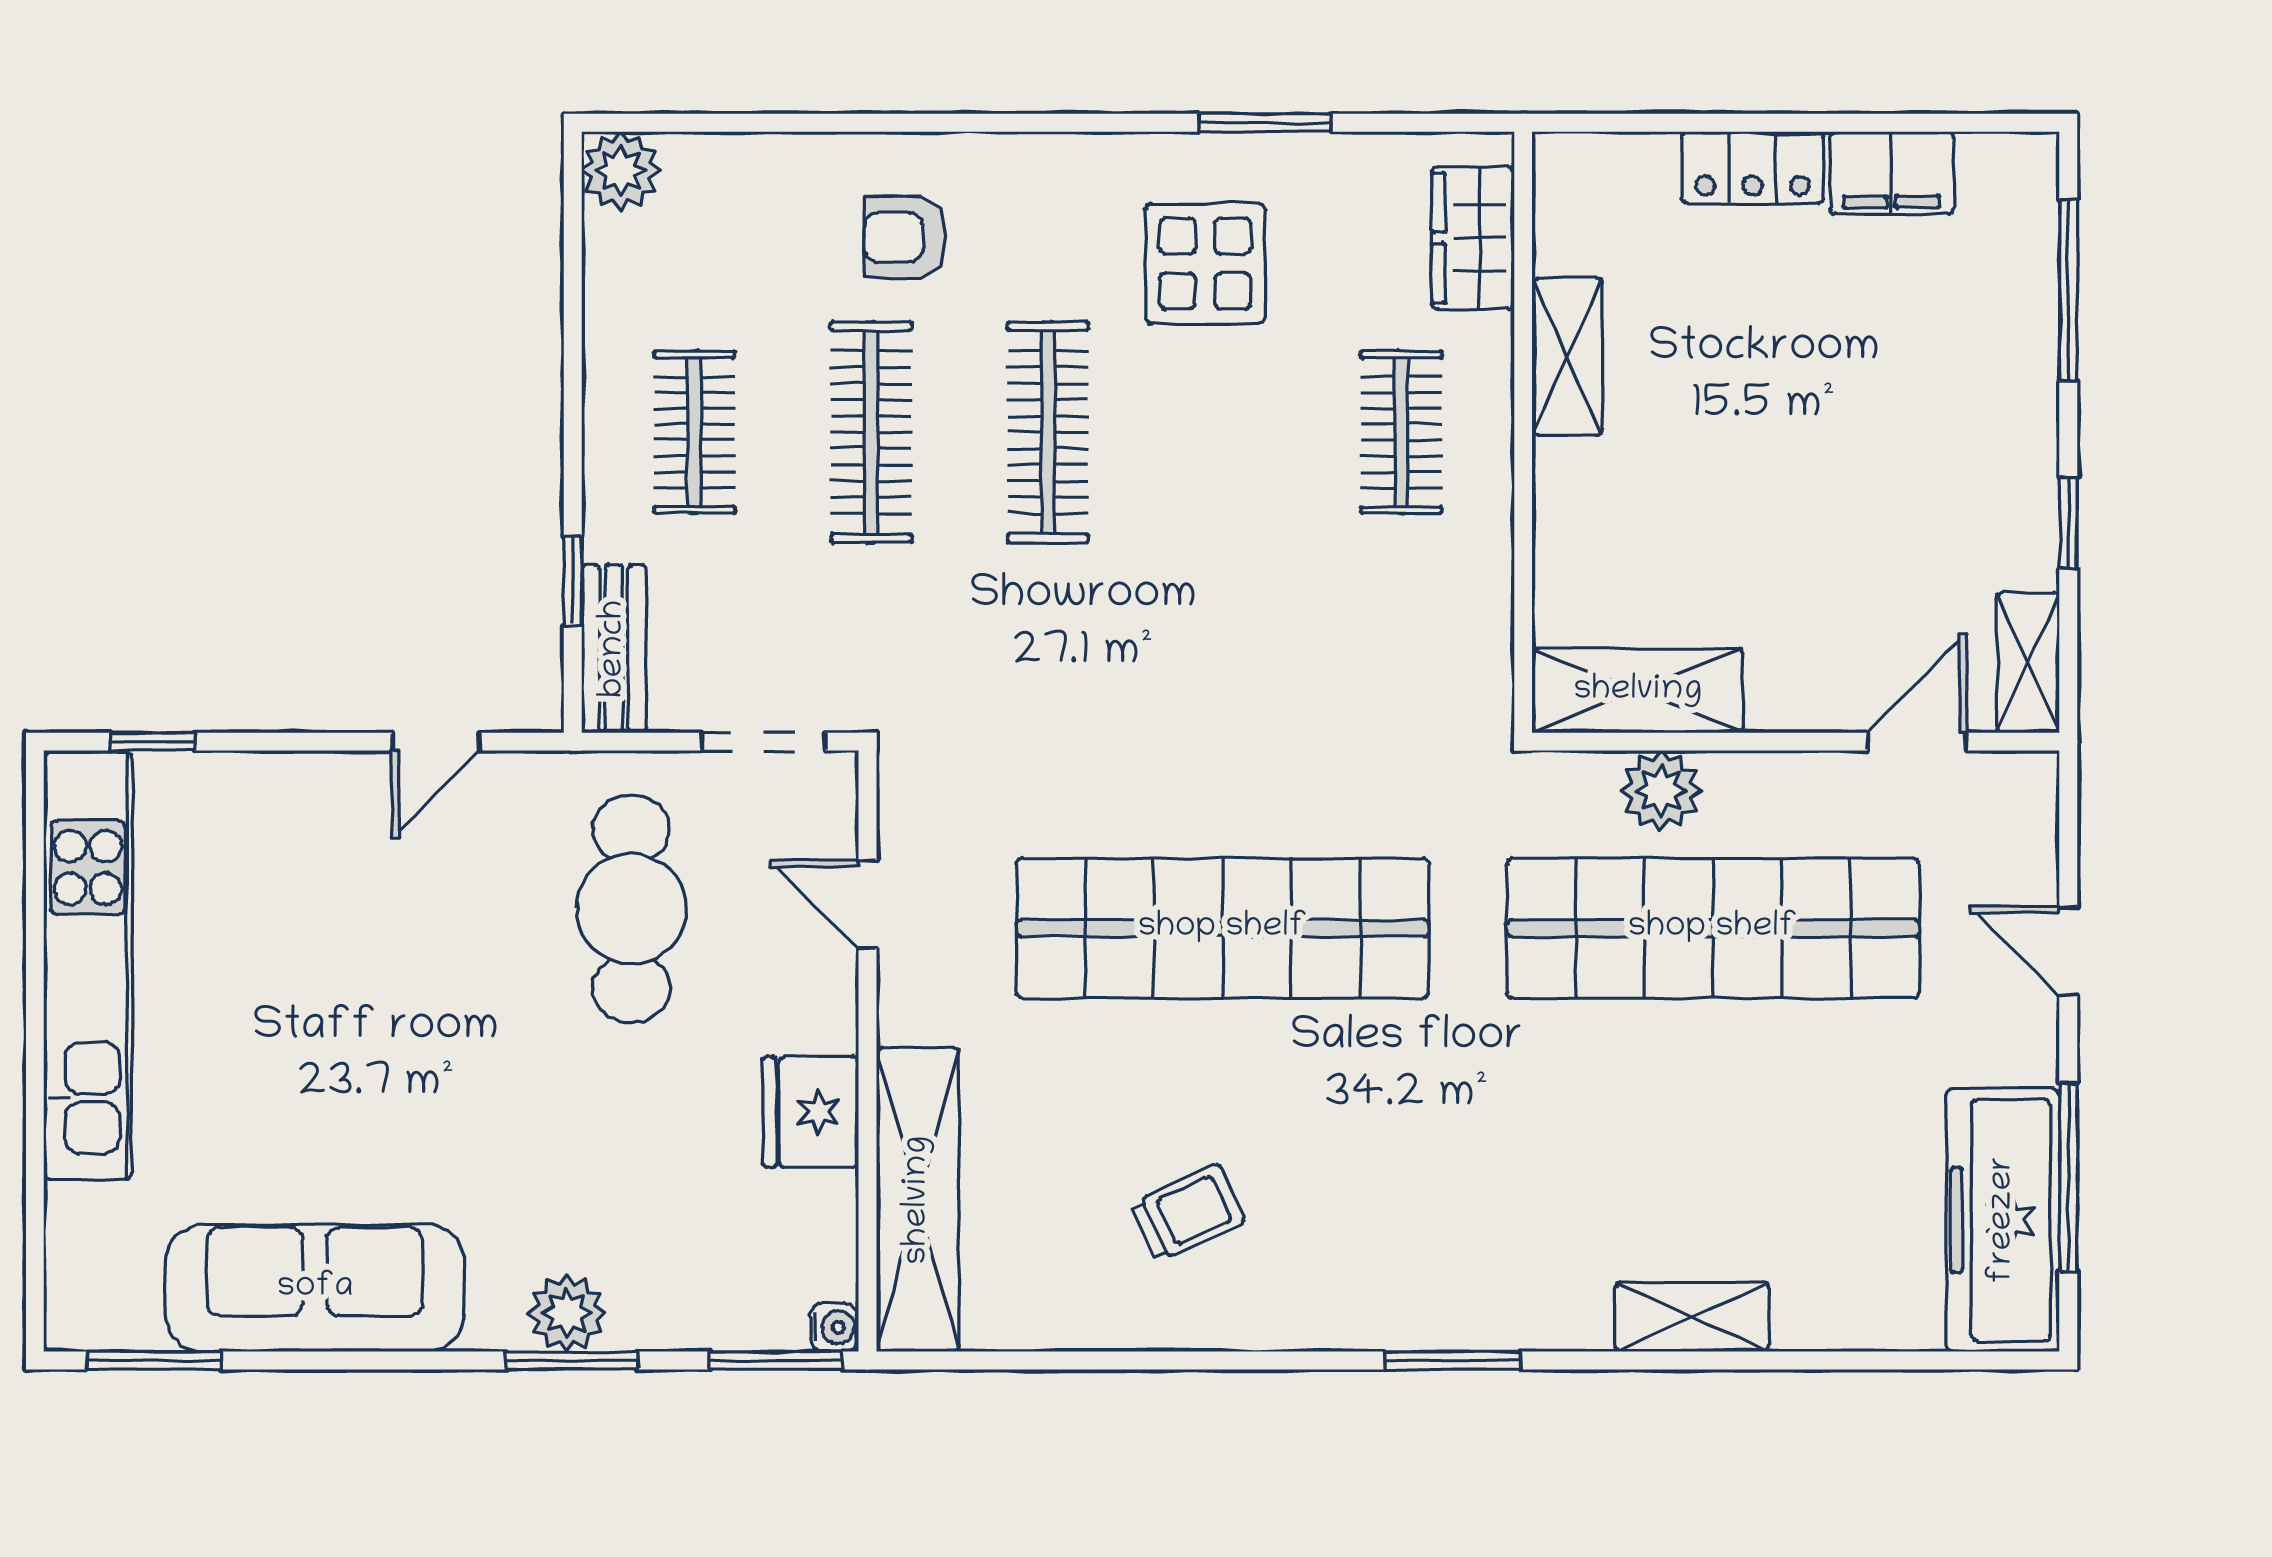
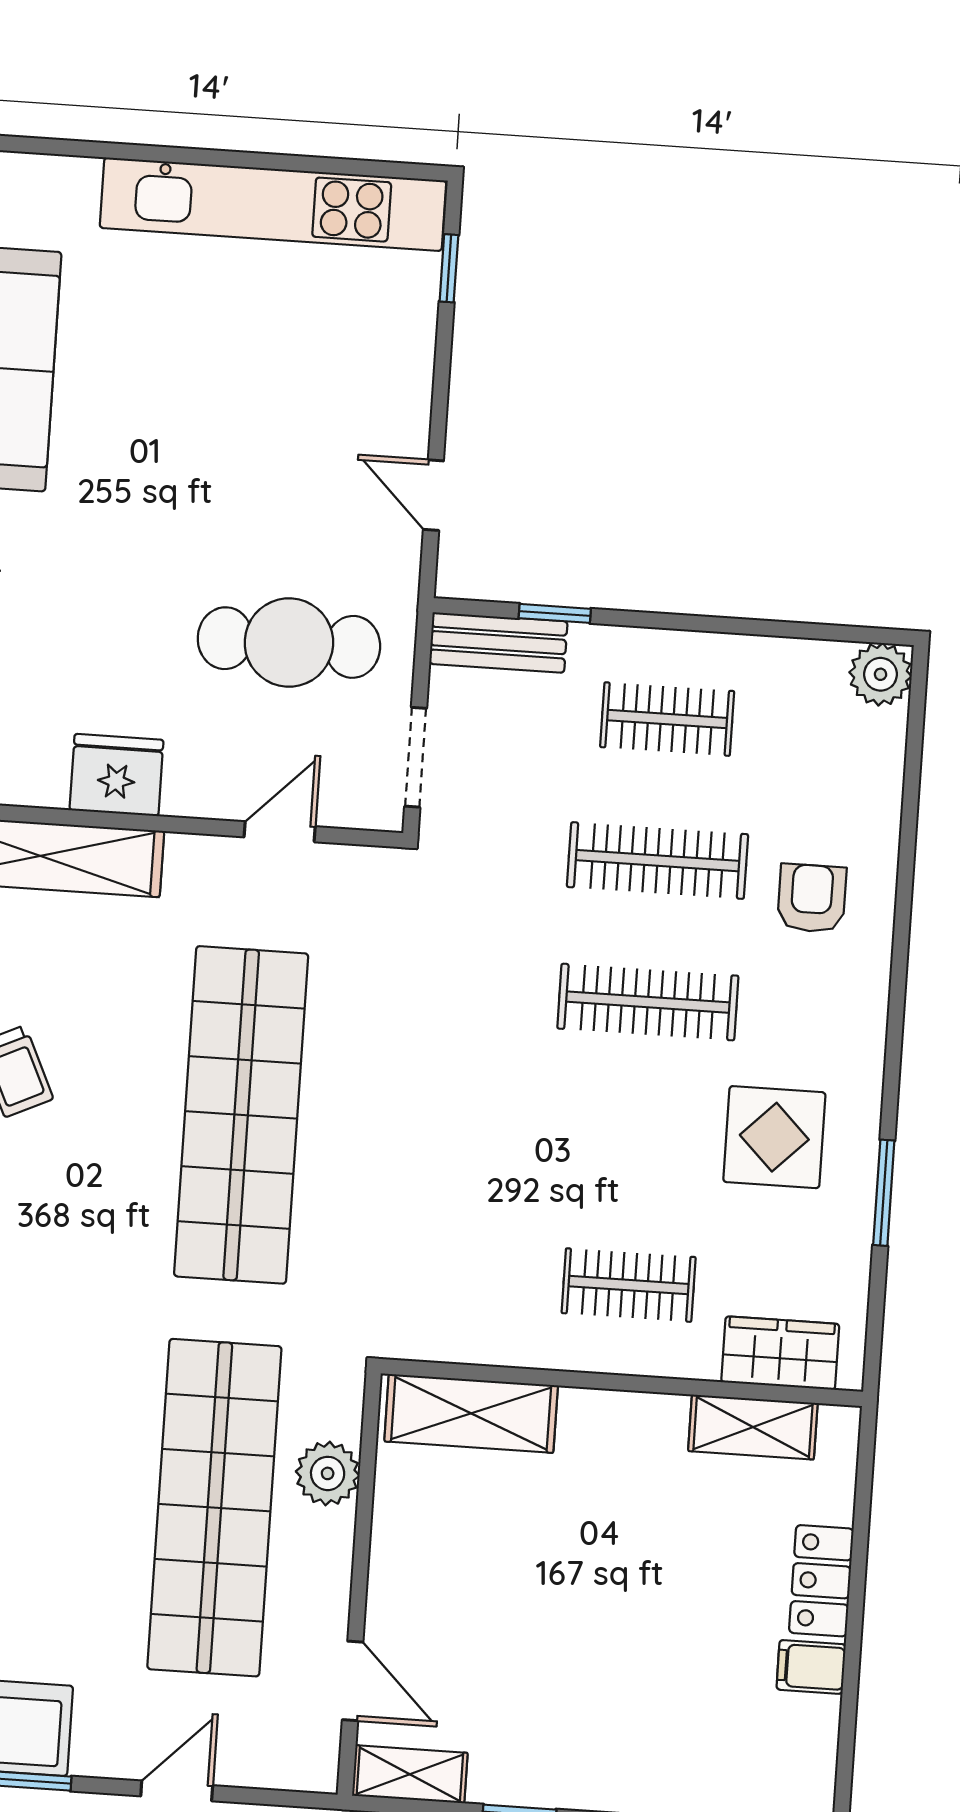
filing cabinet: (1892, 173) -> (811, 1667), width x0.50
shelving: (1567, 357) -> (753, 1427), moved
shelving: (1638, 691) -> (471, 1413), moved, turned 90

